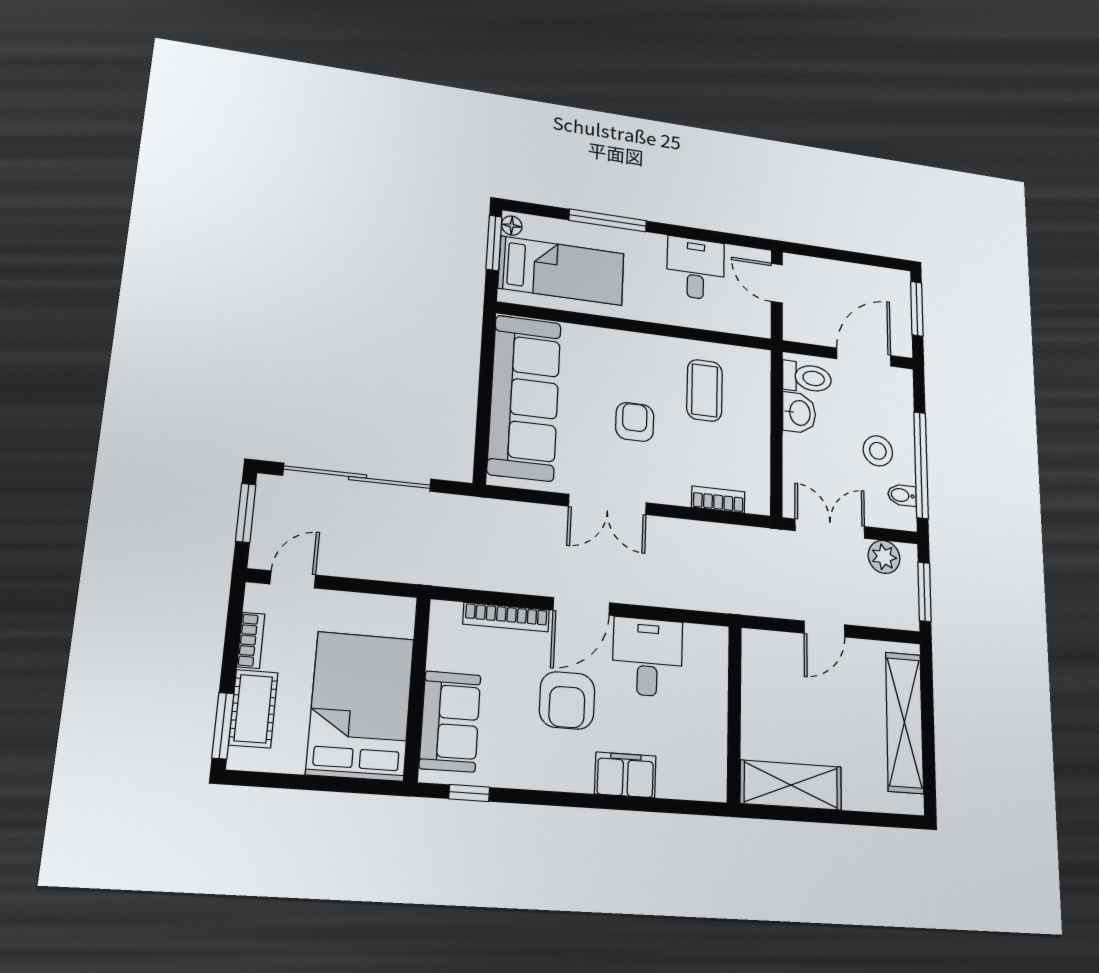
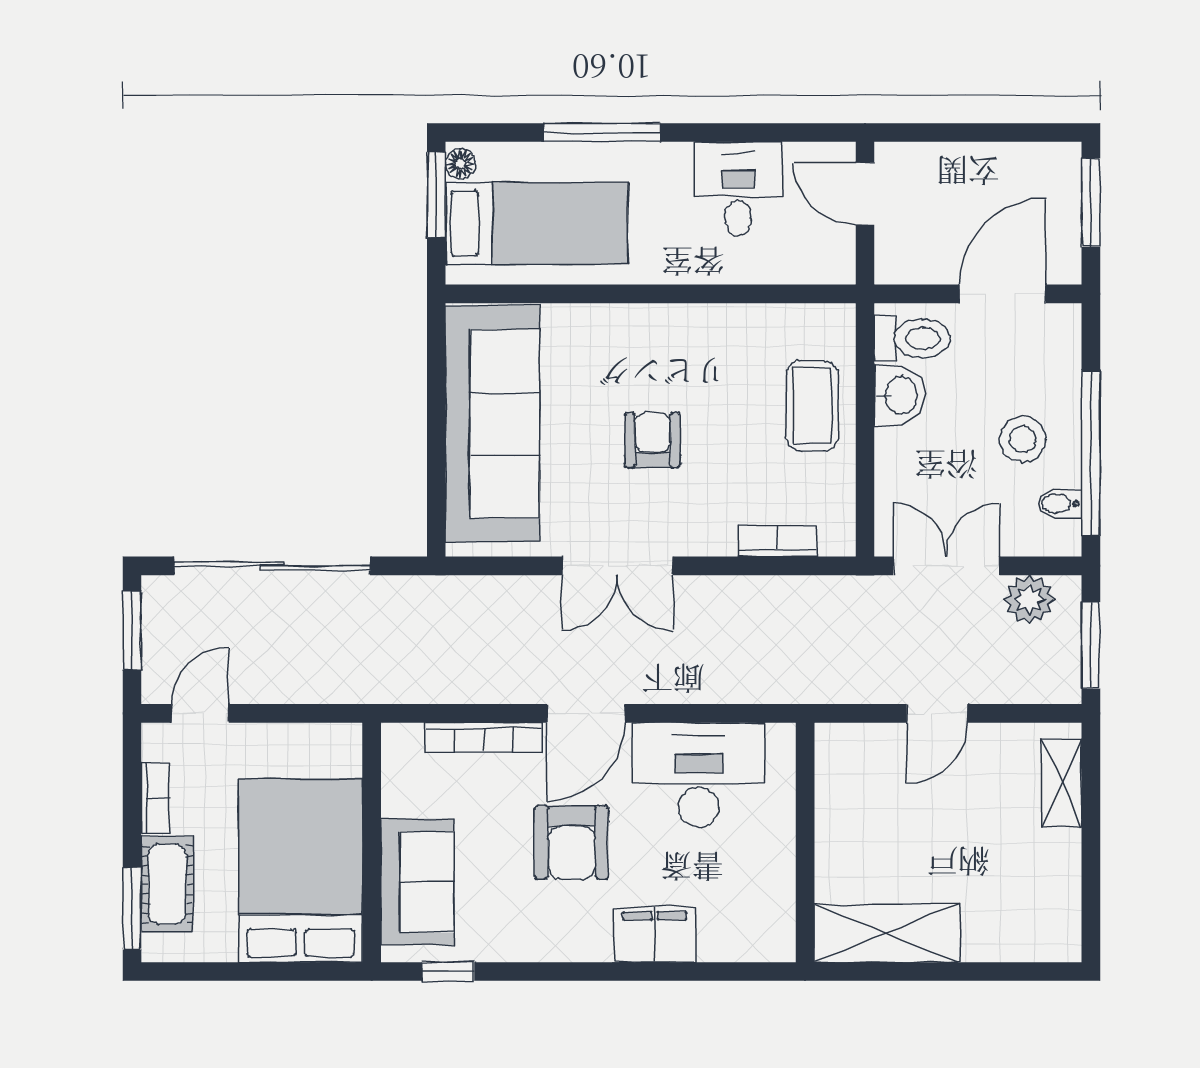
coffee table: (705, 390) -> (812, 406), moved
desk: (648, 657) -> (699, 775), width x1.37
shelving: (904, 722) -> (1062, 783), width x0.45, depth x0.75

